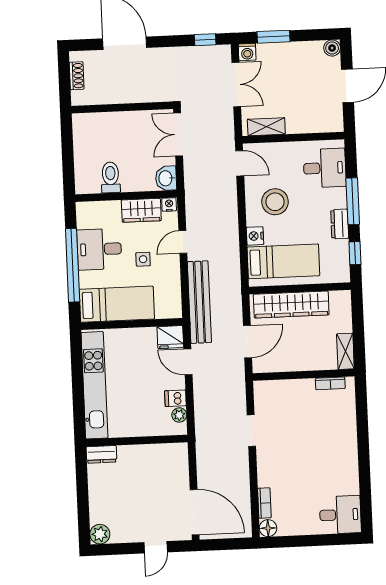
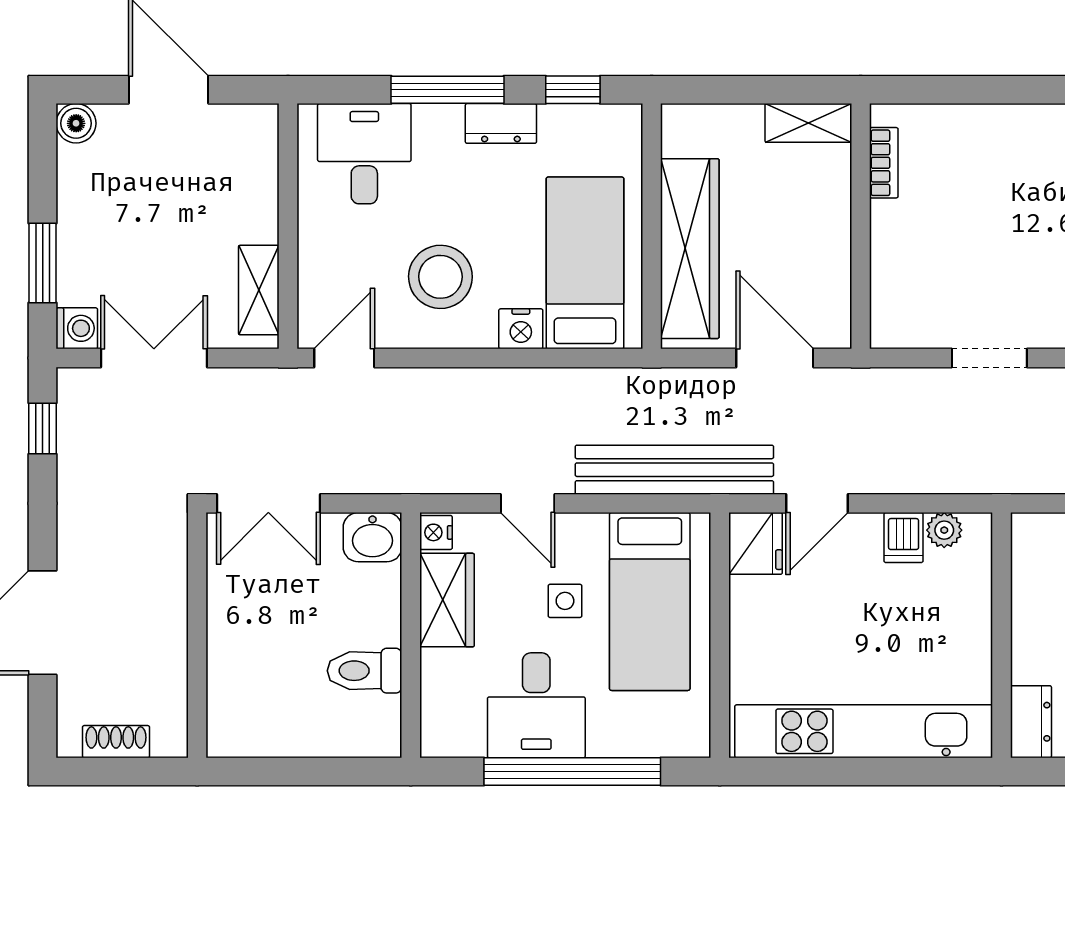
bed: (117, 304) -> (650, 601), moved, turned 180

